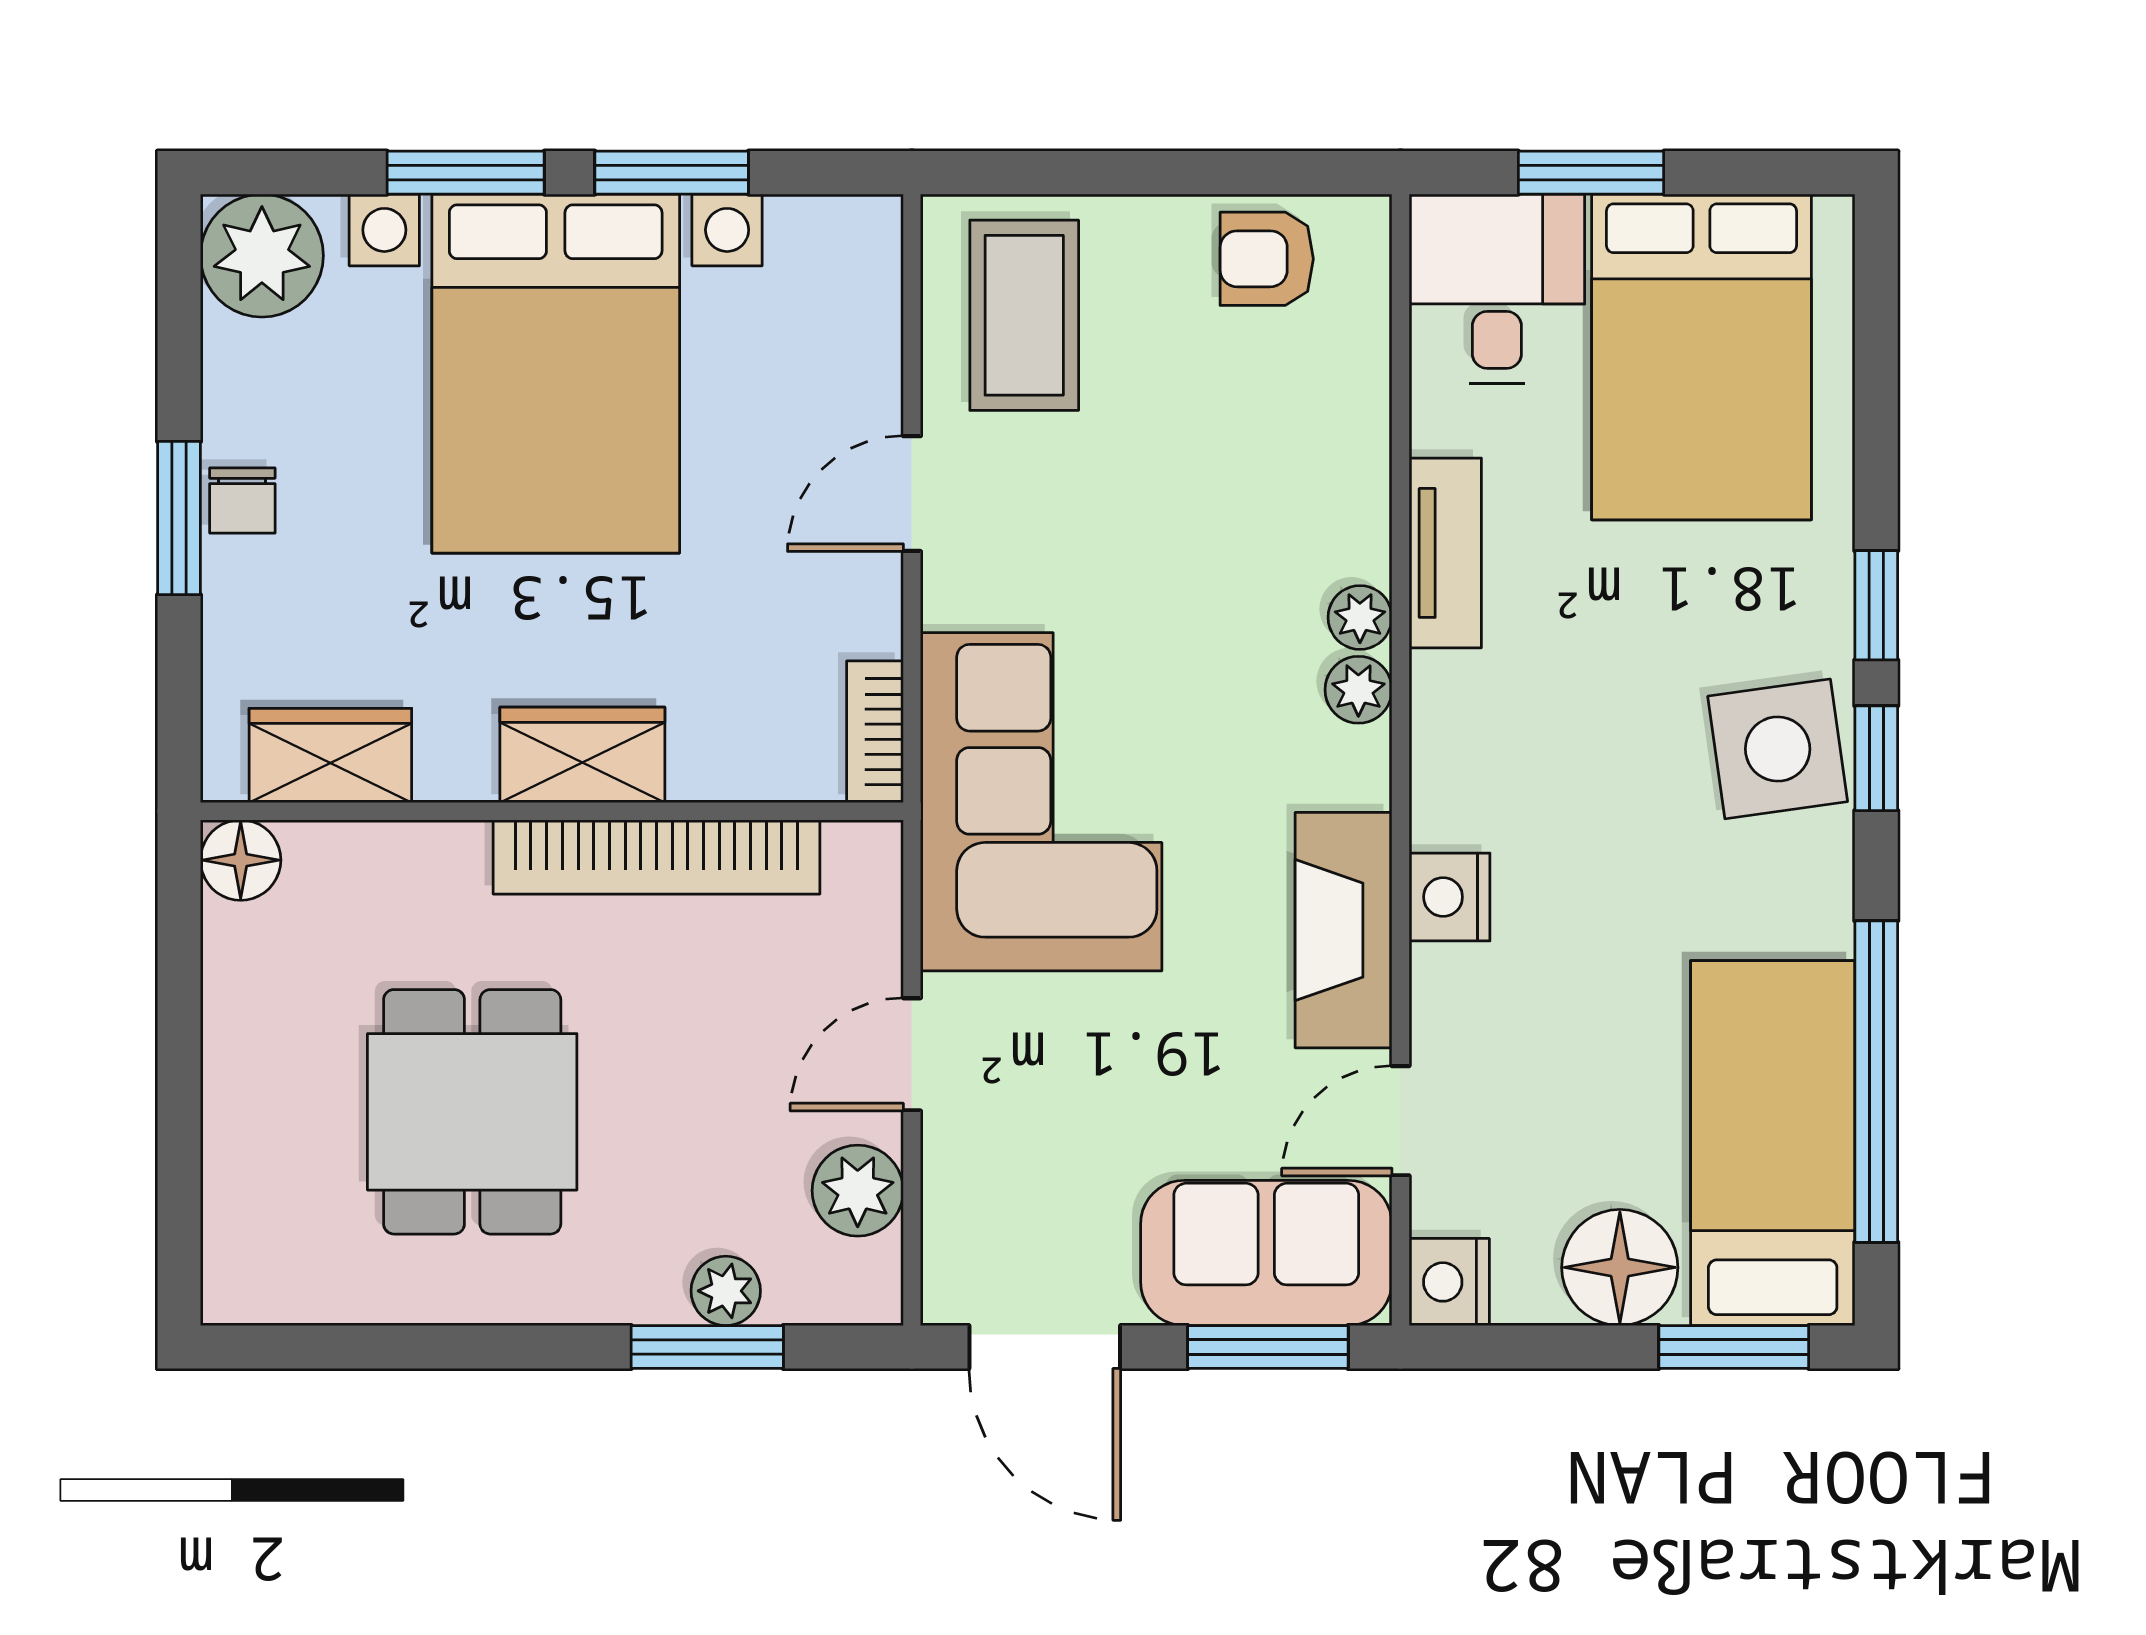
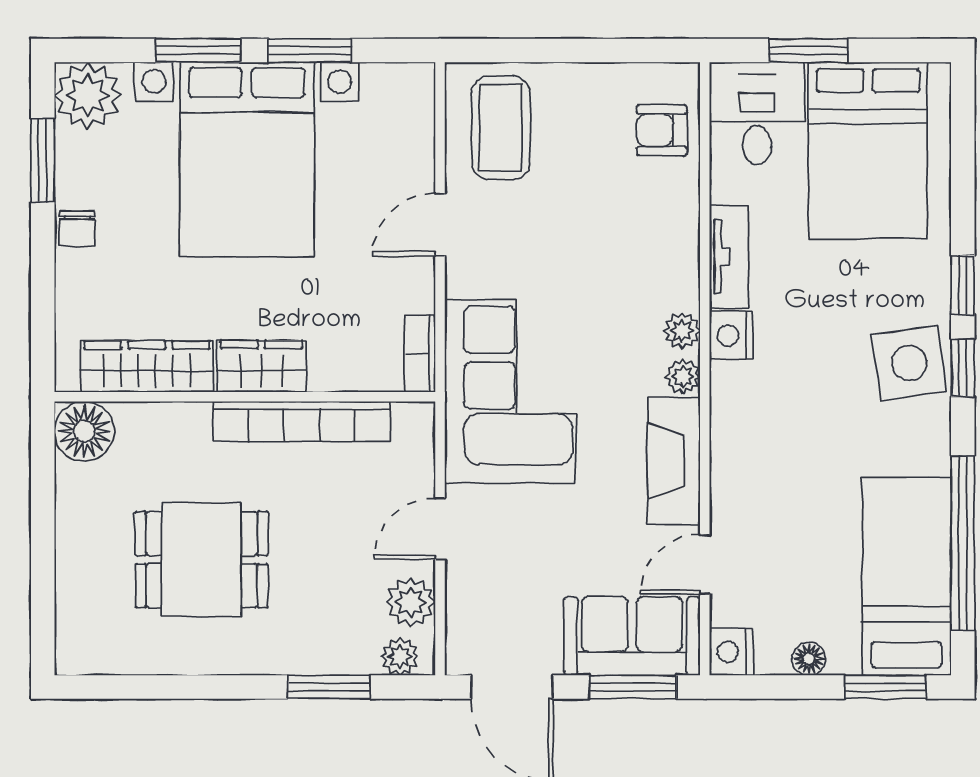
armchair: (1267, 259) -> (662, 130), moved
window: (179, 518) -> (43, 160), moved
plant: (1360, 617) -> (683, 376), moved
wardrobe: (330, 756) -> (147, 366), width x1.50
floor lamp: (241, 860) -> (84, 431), width x1.38, depth x1.38
nightstand: (1450, 897) -> (731, 336), moved
dining table: (472, 1112) -> (202, 560), turned 90
floor lamp: (1620, 1267) -> (809, 659), width x0.53, depth x0.53
plant: (726, 1291) -> (400, 657), moved

